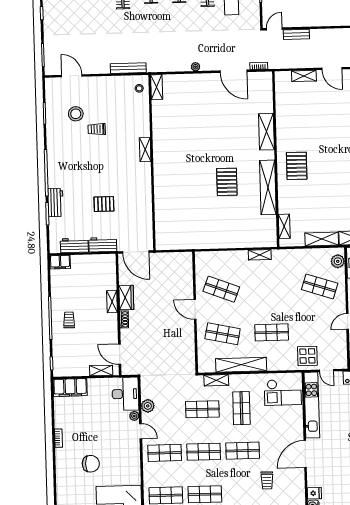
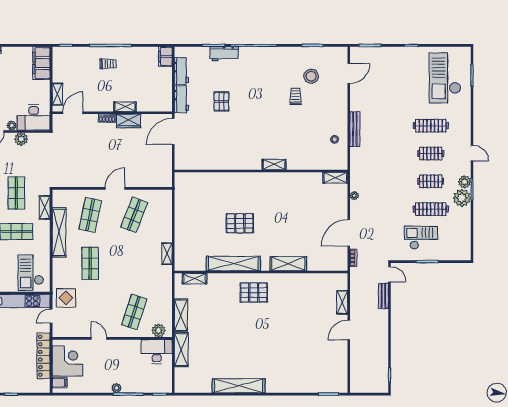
shelving: (157, 87) -> (335, 178), moved
shelving: (145, 149) -> (274, 164), moved
wall: (152, 163) -> (261, 171), moved

